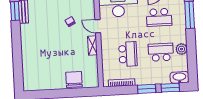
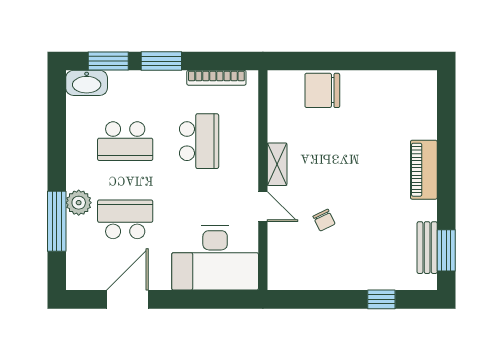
piano: (27, 46) -> (424, 170), added
plant: (182, 49) -> (79, 203), moved
school desk: (128, 54) -> (199, 141), turned 180
chair: (74, 80) -> (322, 90), turned 90

